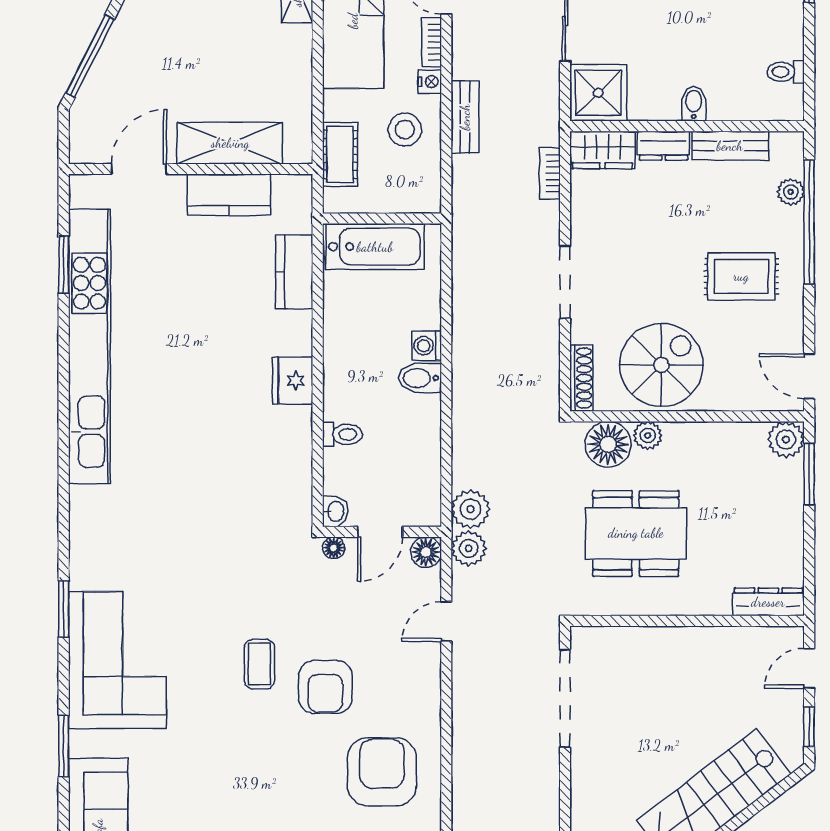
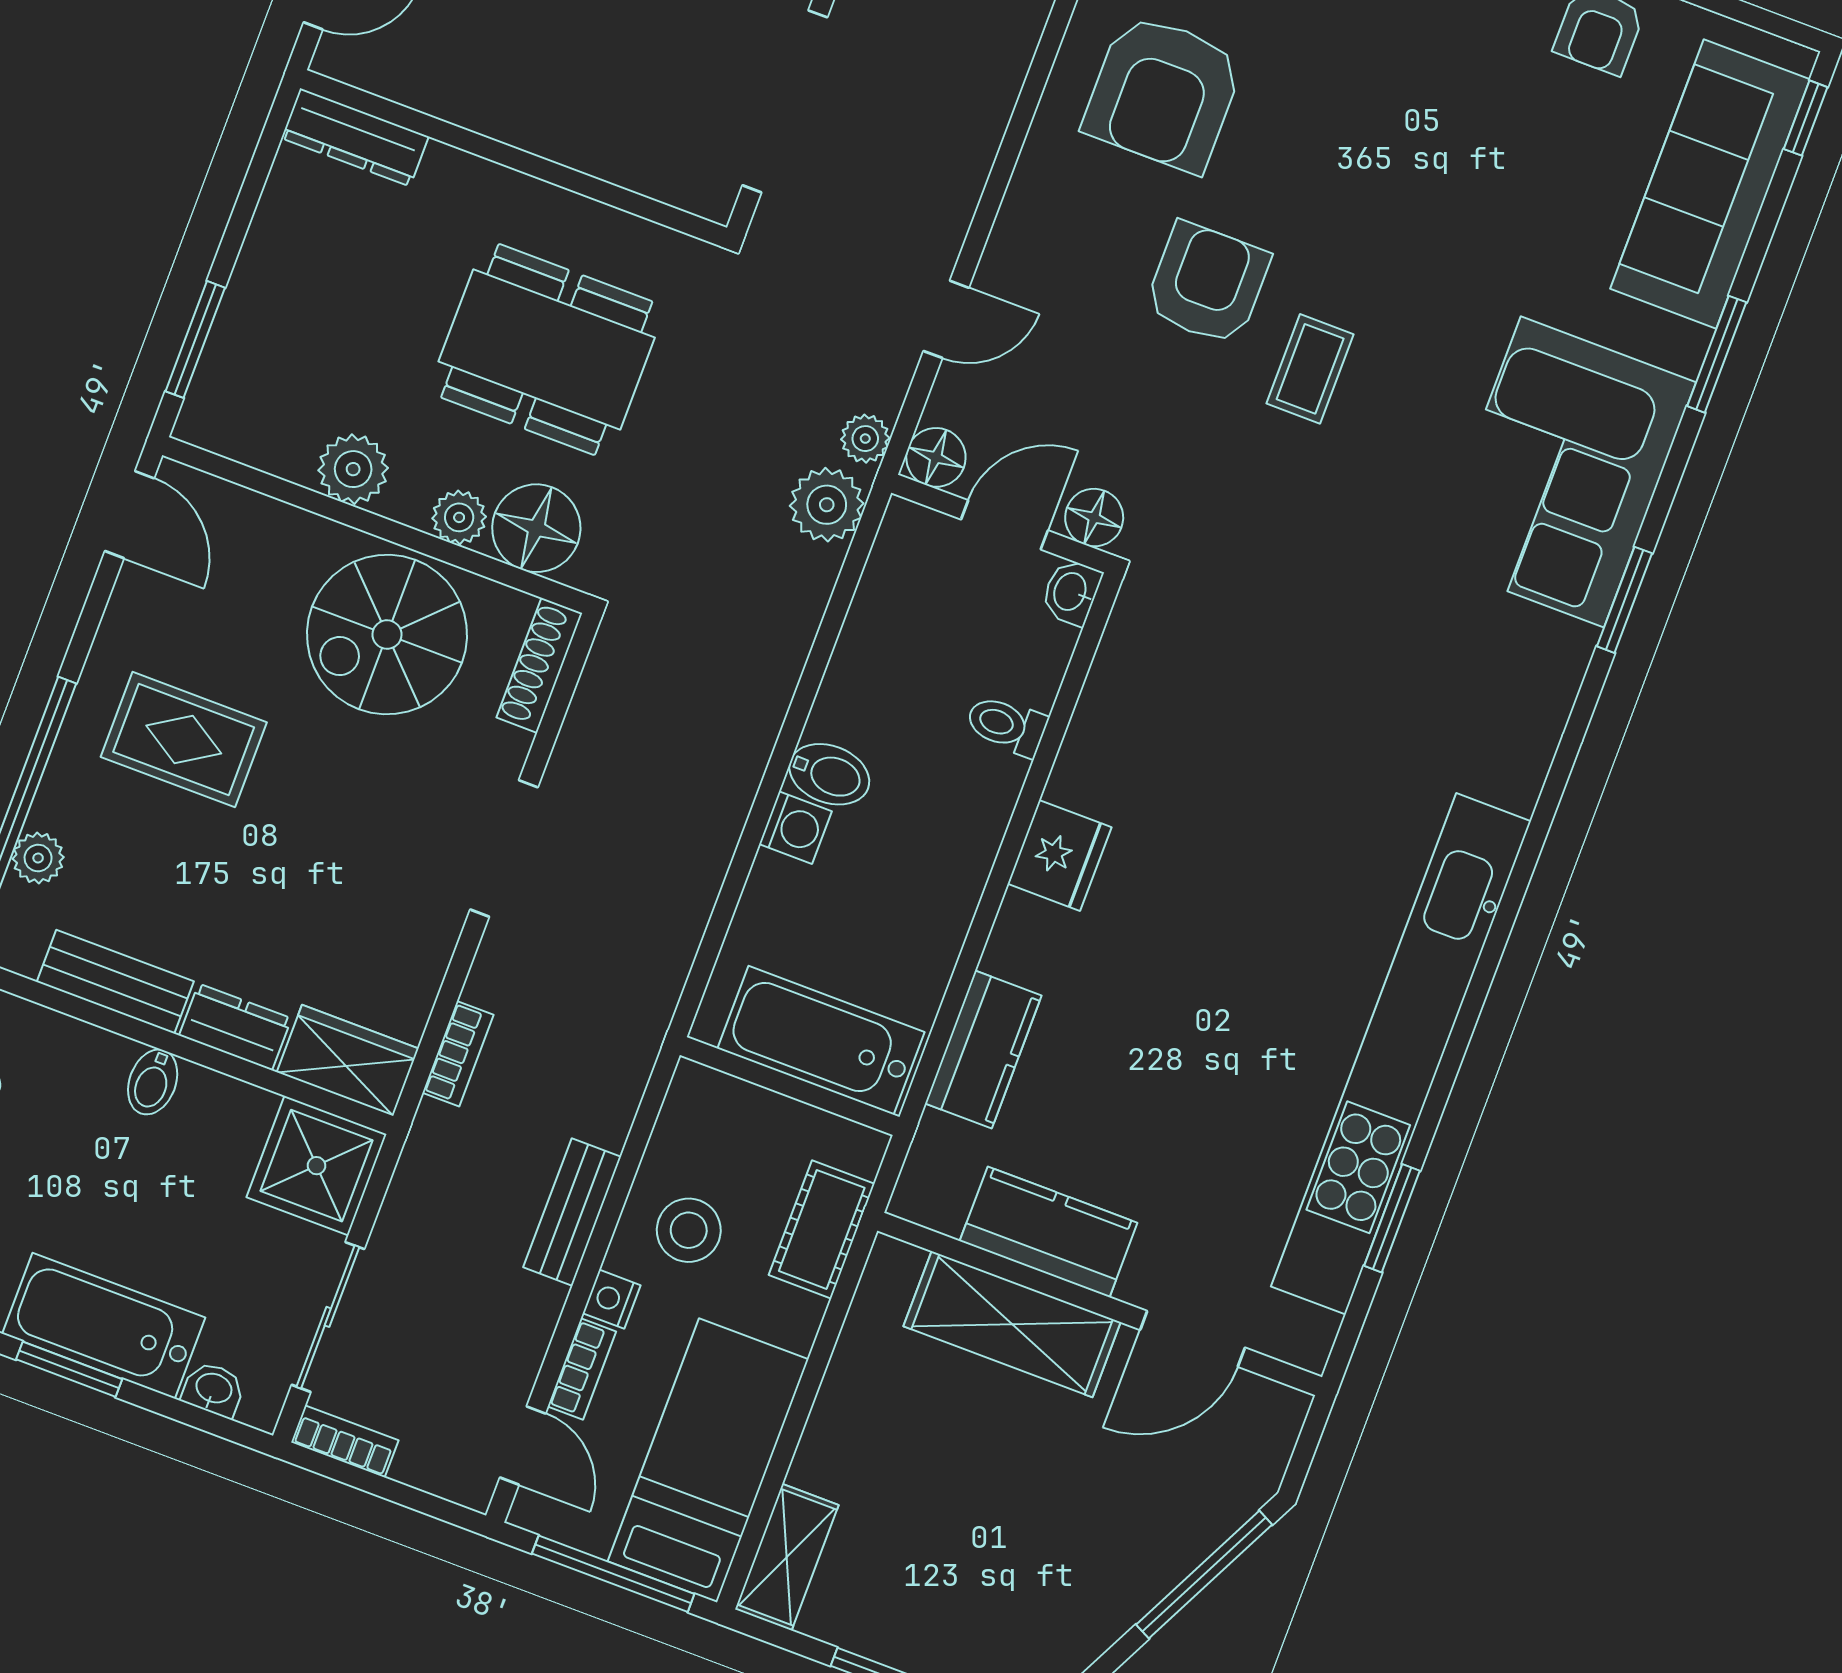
plant: (786, 440) -> (353, 469), moved
floor lamp: (334, 548) -> (1094, 518), width x1.37, depth x1.37
plant: (469, 548) -> (865, 439), width x0.73, depth x0.73

